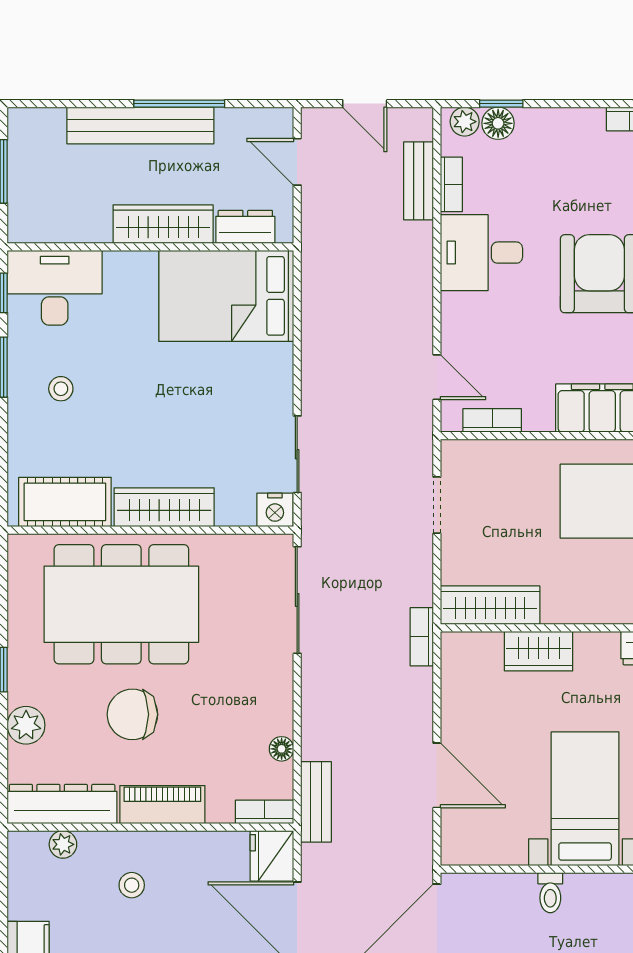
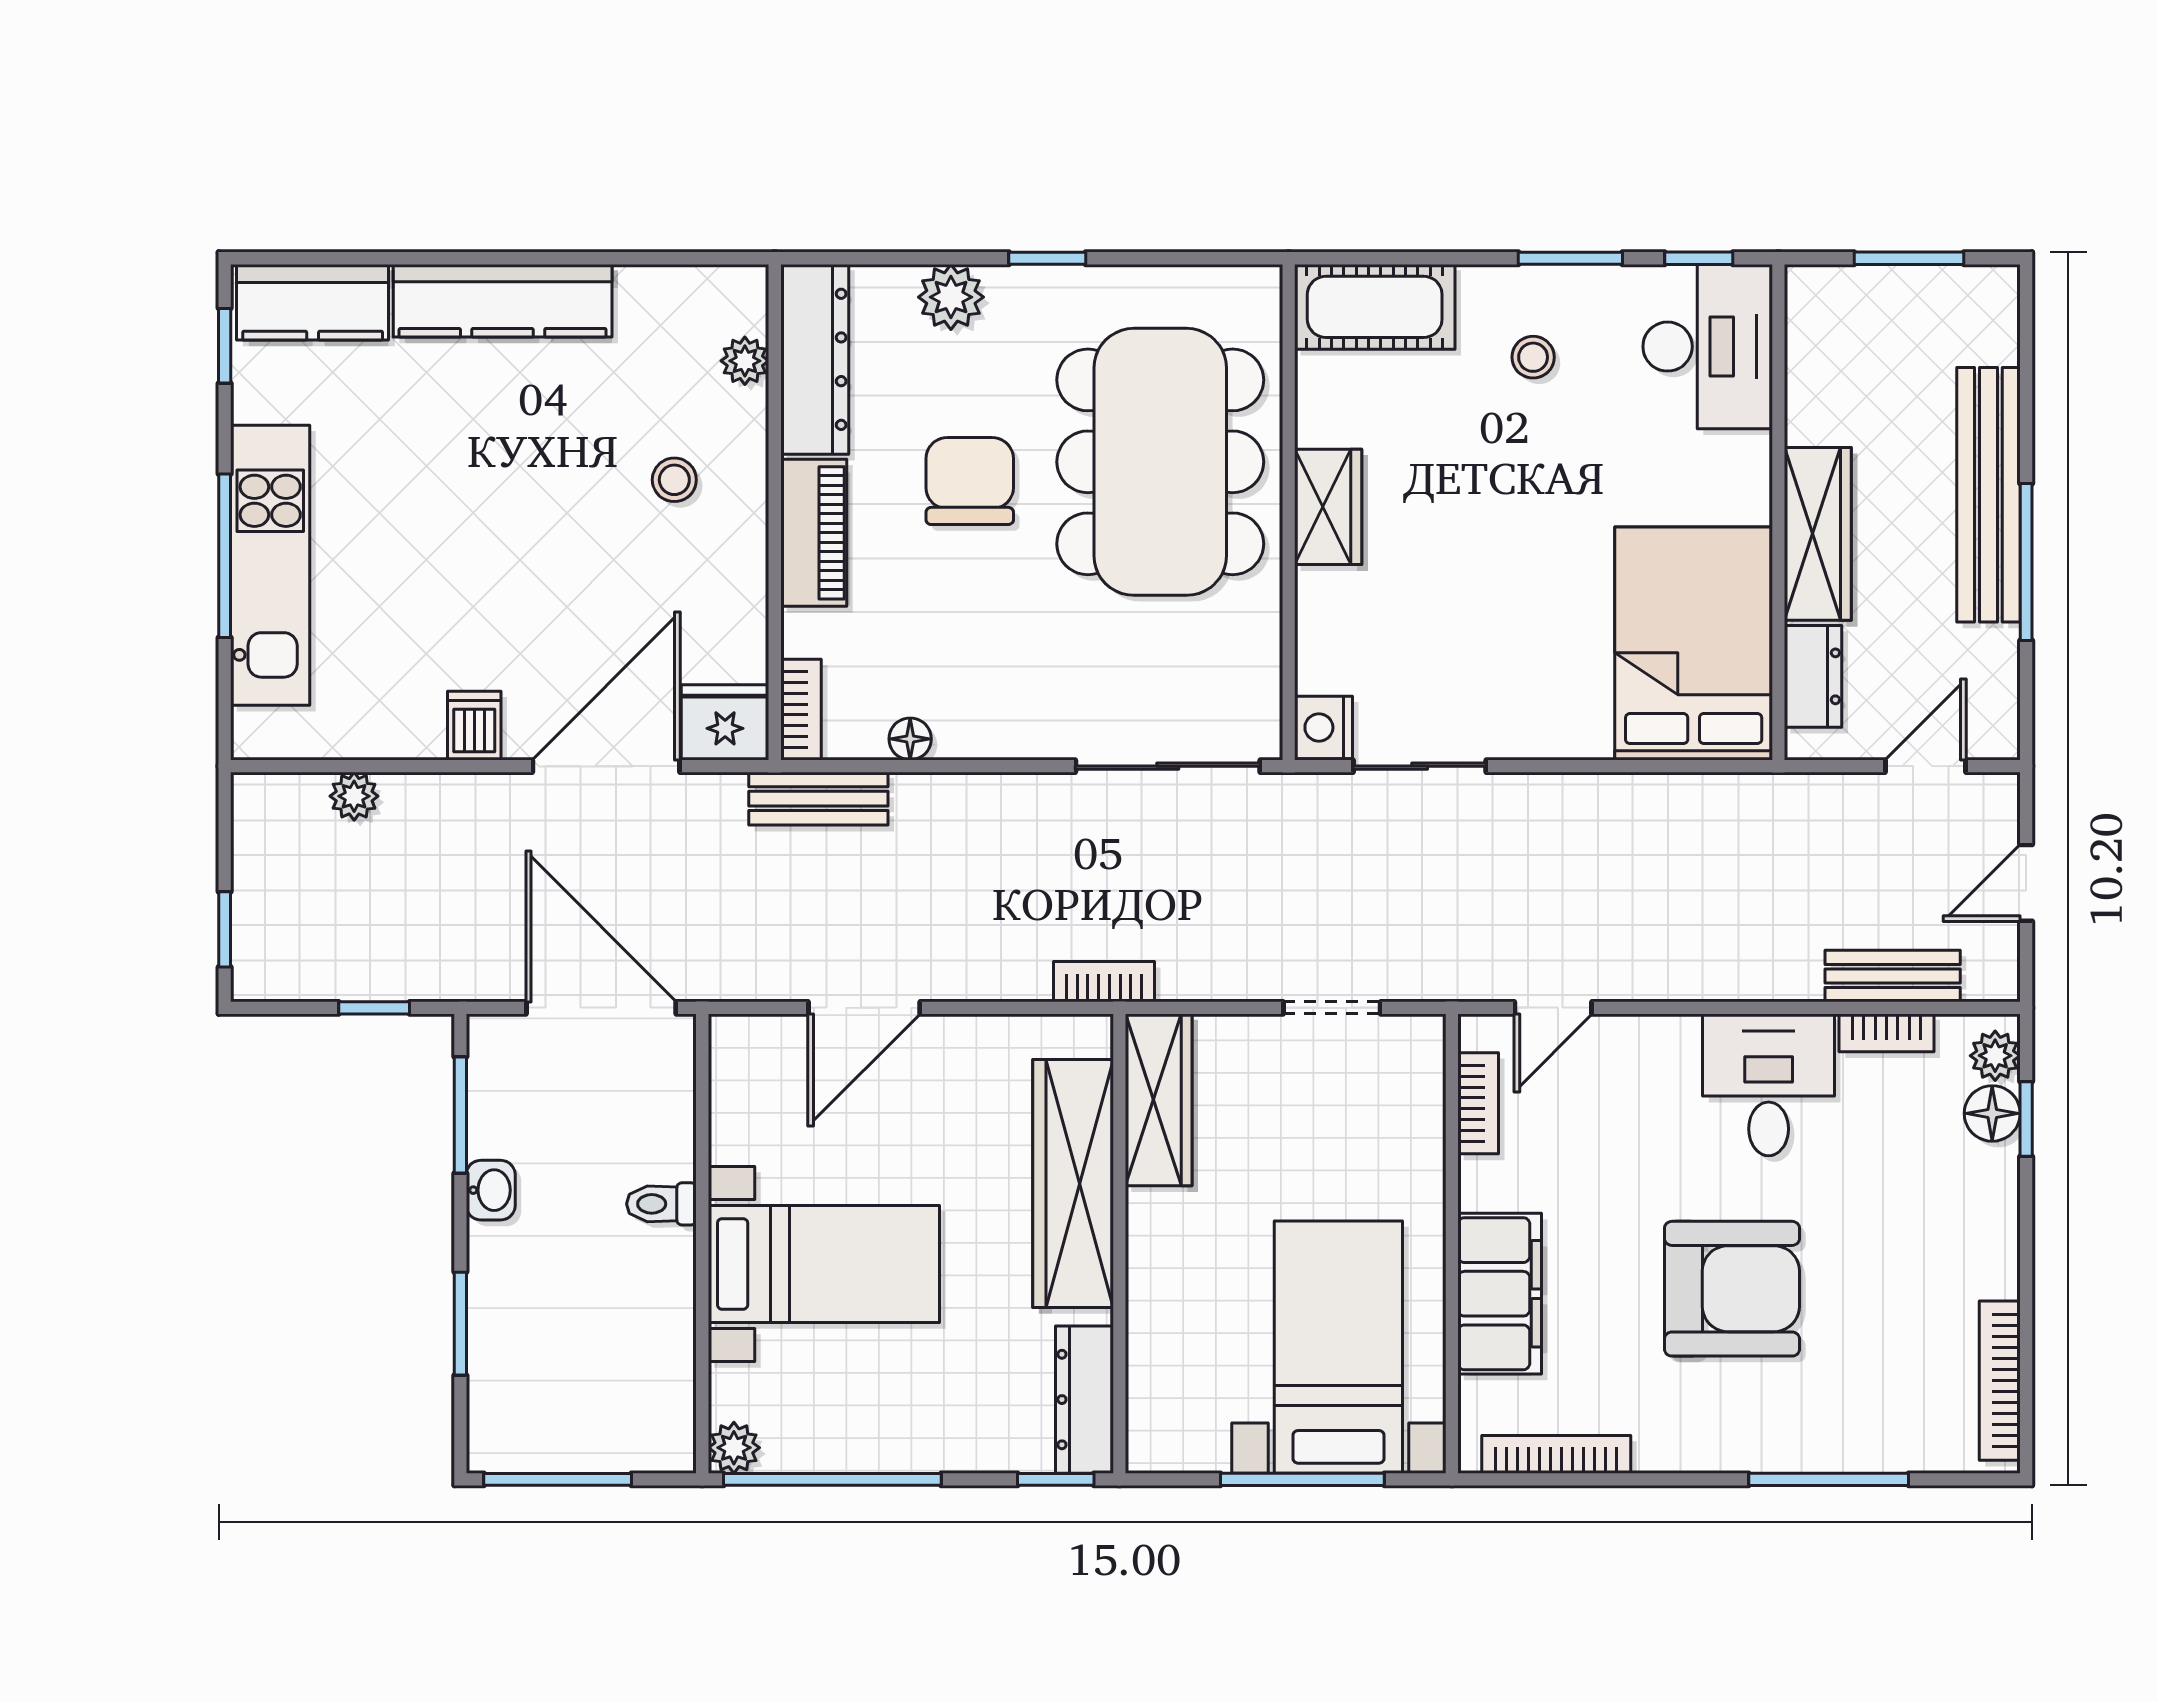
cot: (65, 502) -> (1375, 307), moved, turned 90
wardrobe: (164, 507) -> (1328, 507), width x0.67
wardrobe: (539, 651) -> (1073, 1184), width x2.10, depth x1.17

